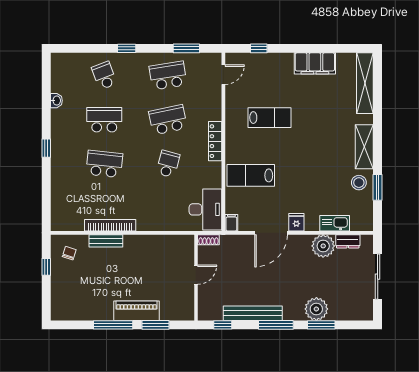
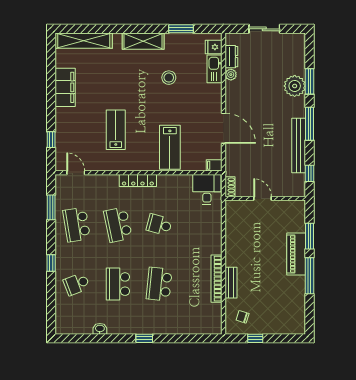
stool: (359, 183) -> (169, 78), moved
desk: (205, 209) -> (207, 190), width x0.73
fridge: (296, 222) -> (214, 47), moved
plant: (323, 246) -> (231, 75), width x0.53, depth x0.53
sliding door: (378, 277) -> (264, 29), width x0.73

